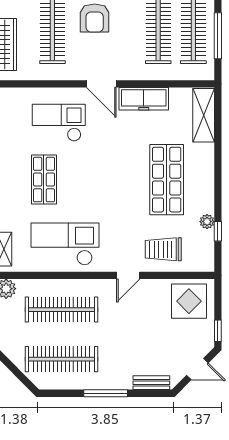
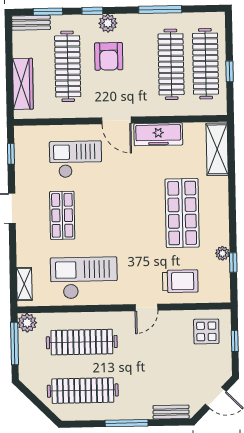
window: (218, 36) -> (230, 71), width x0.46
trolley: (163, 249) -> (180, 281), turned 180
display table: (189, 301) -> (206, 331), width x0.73, depth x0.73
window: (218, 331) -> (235, 341), moved

